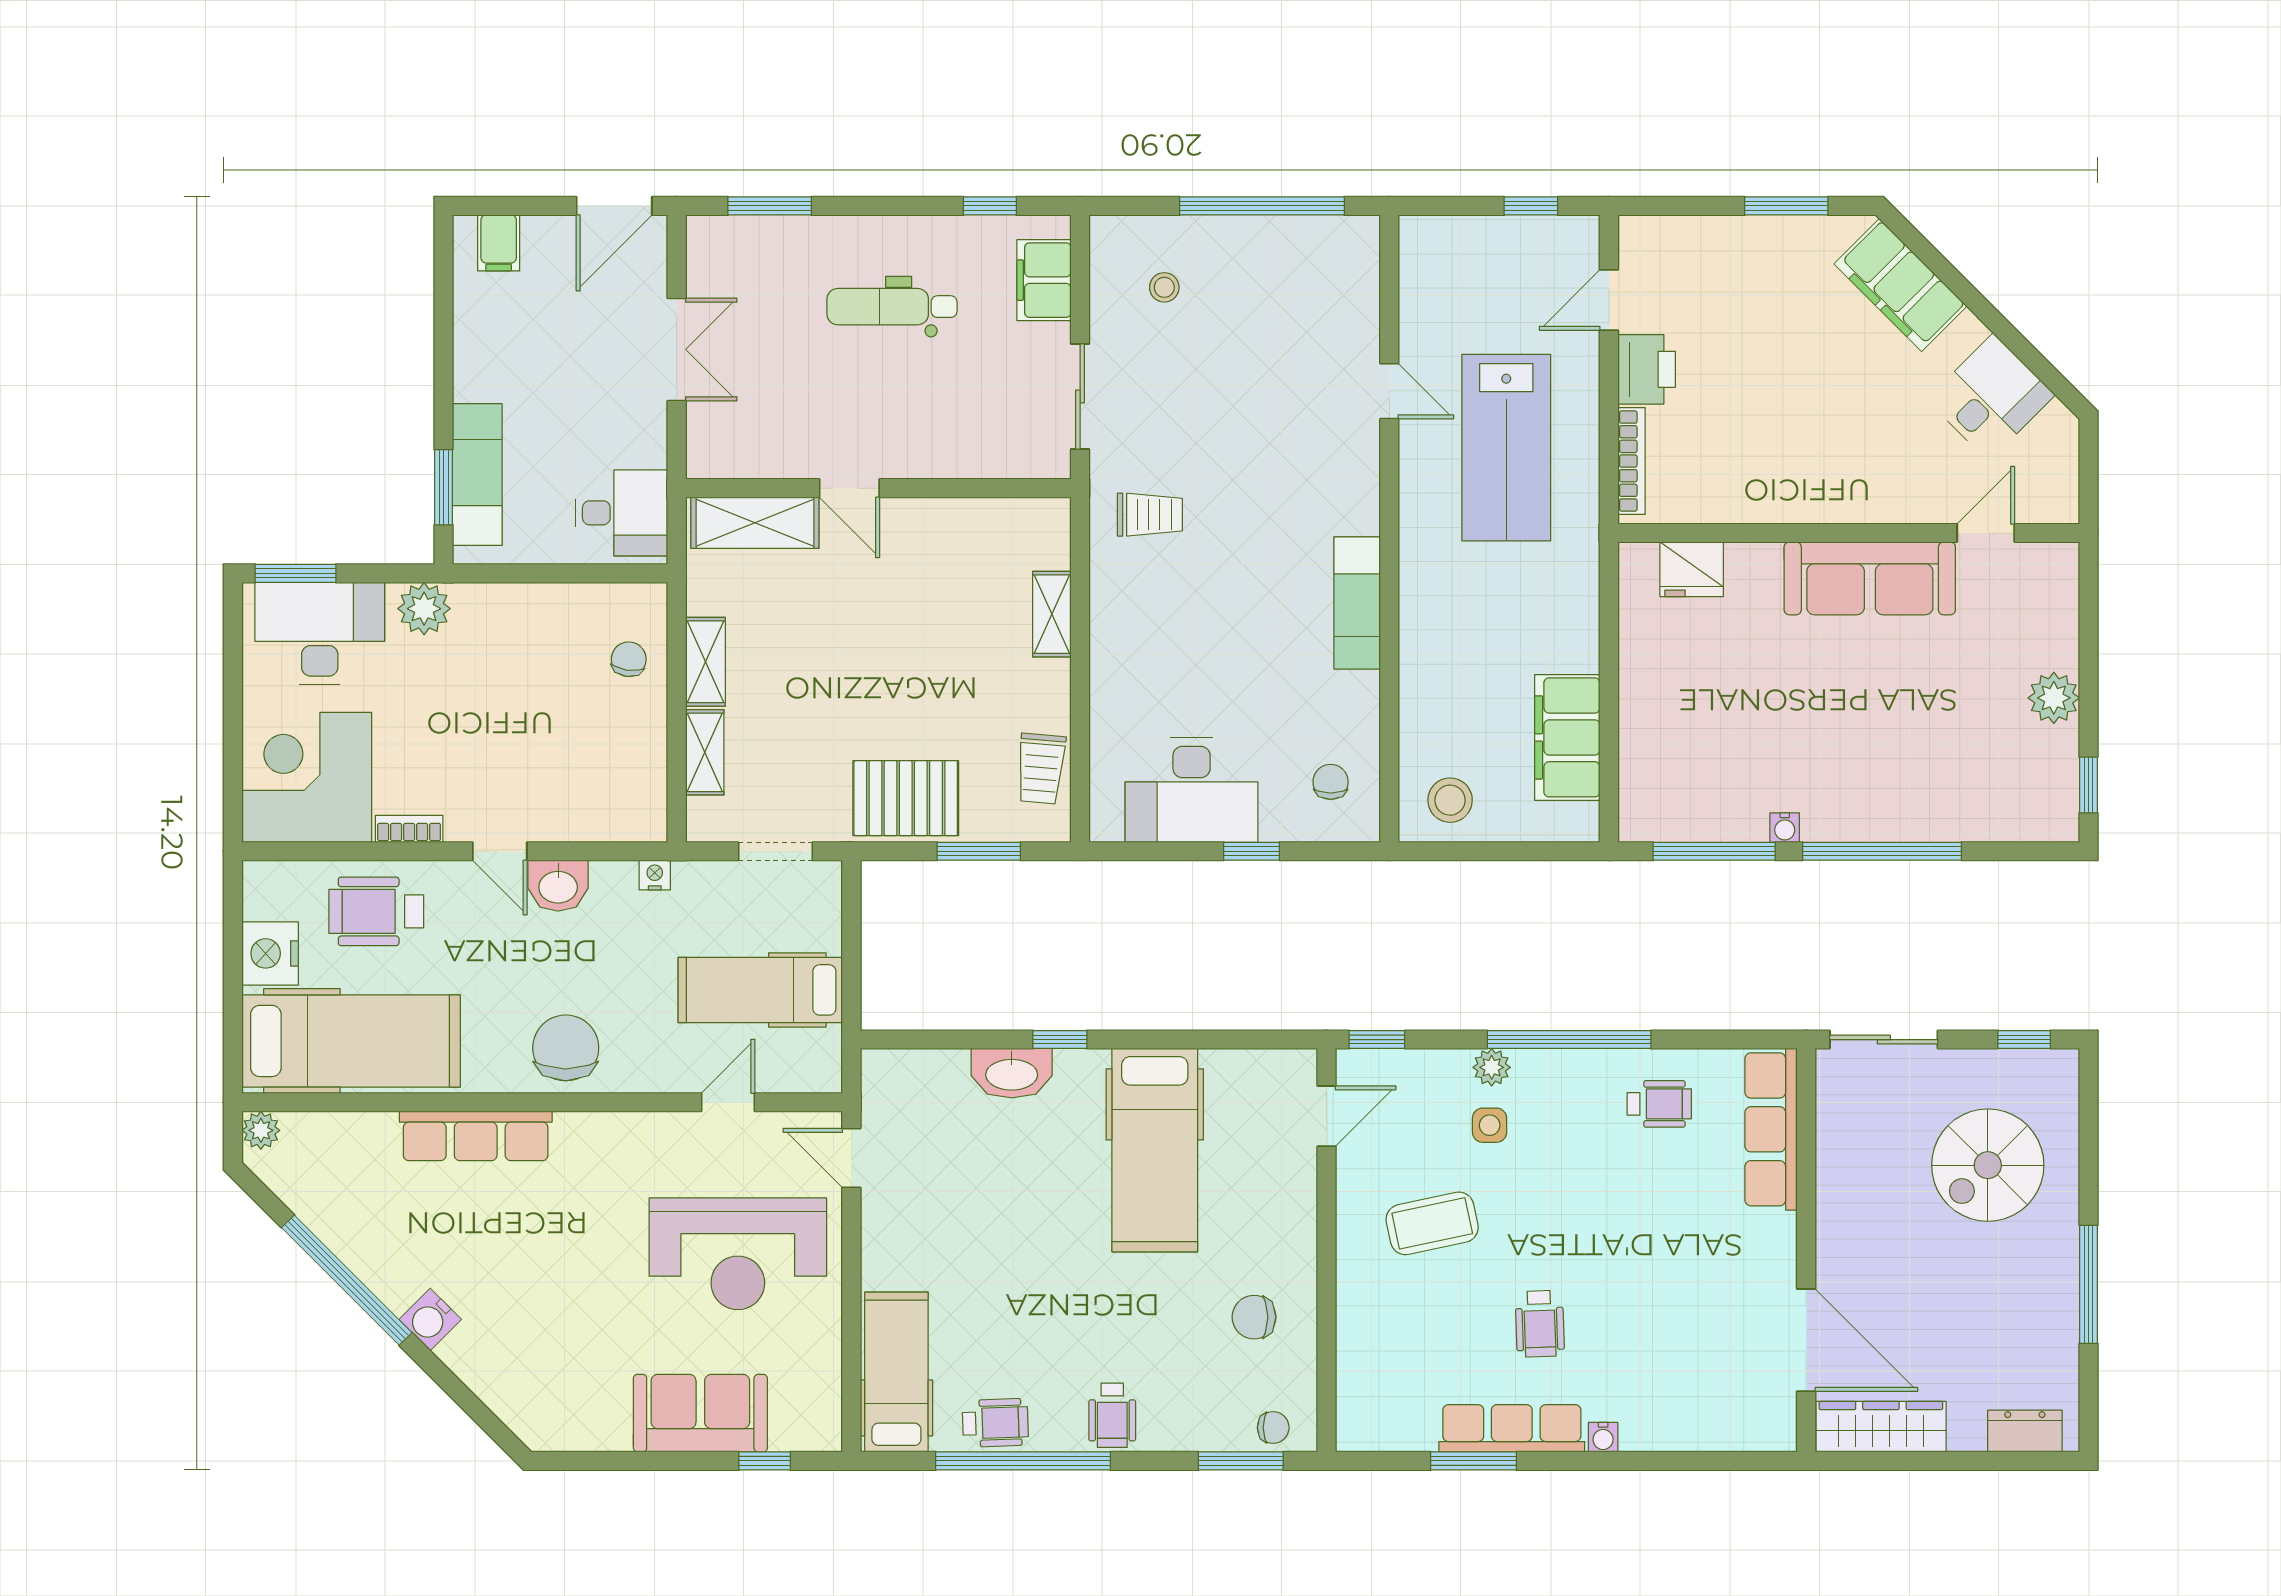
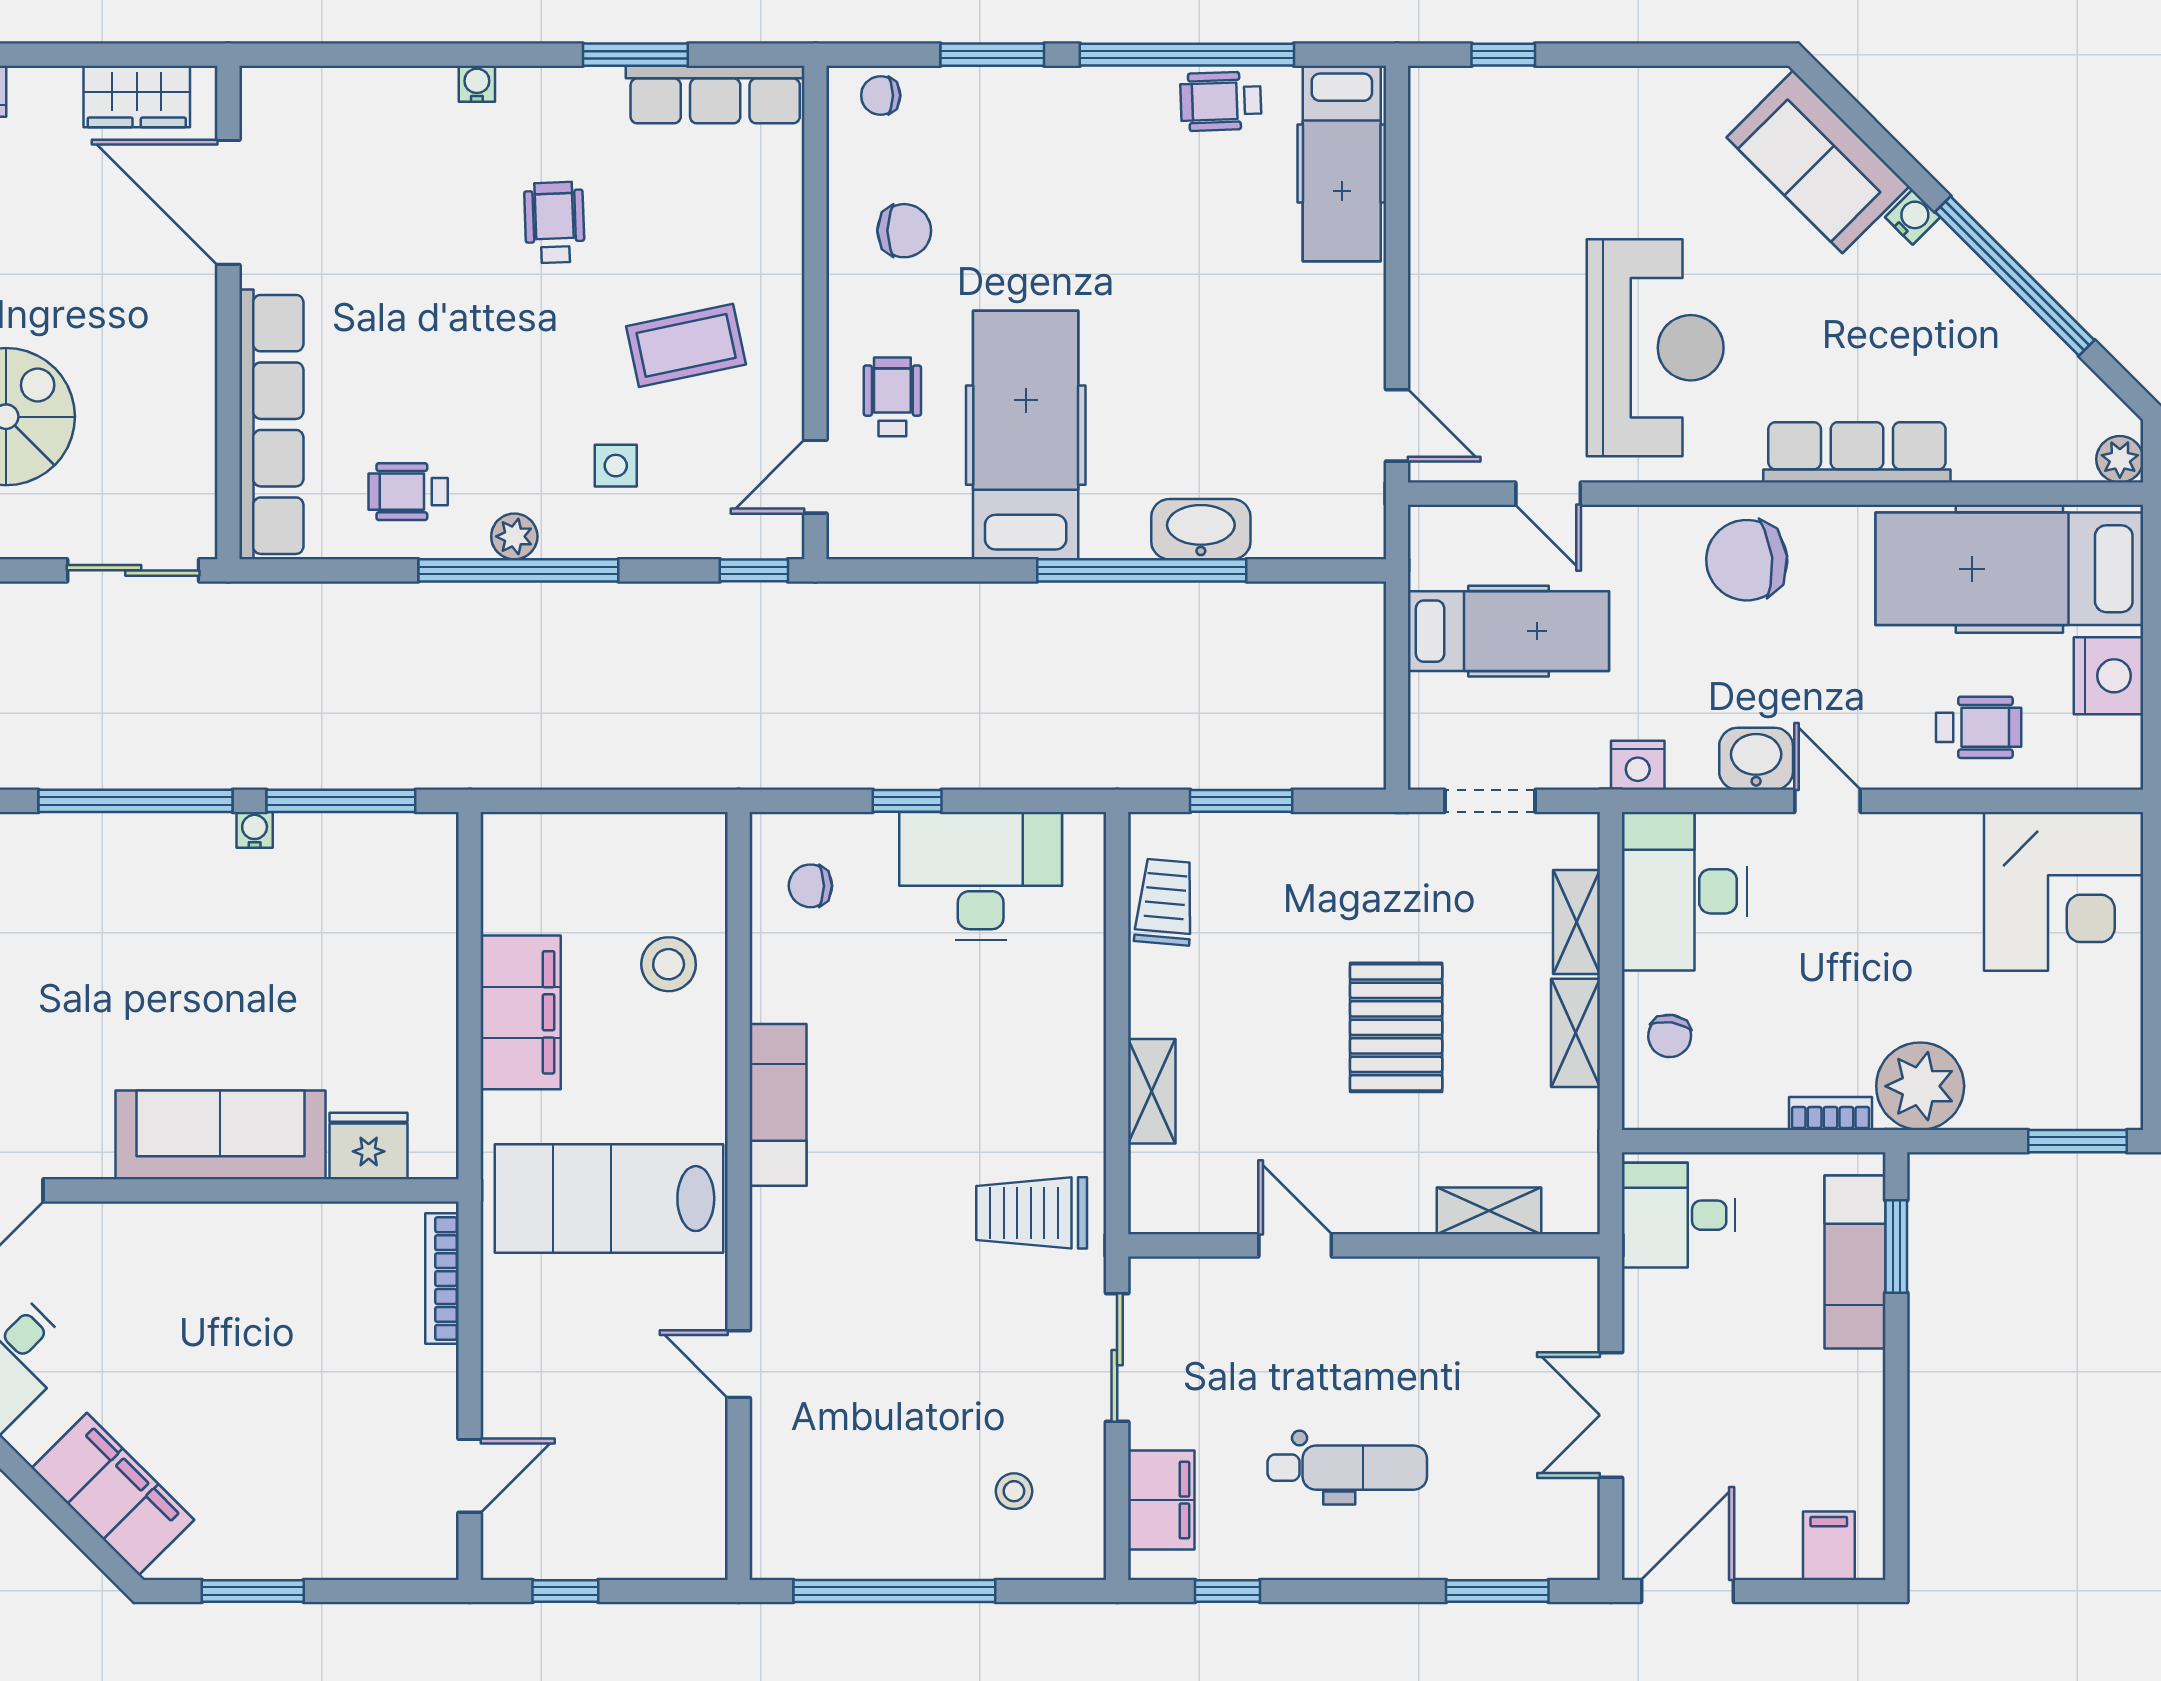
printer: (1647, 369) -> (424, 1391), removed
lab bench: (1506, 448) -> (609, 1199), moved, turned -90
door: (849, 488) -> (1295, 1245), moved
trolley: (1150, 515) -> (1032, 1213), width x1.36, depth x1.39
shelving: (755, 523) -> (1489, 1211), width x0.67, depth x0.75
sofa: (1870, 578) -> (220, 1135), moved
plant: (424, 609) -> (1920, 1086), width x1.36, depth x1.36
desk: (320, 633) -> (1684, 891), moved, turned 90
filing cabinet: (1567, 737) -> (521, 1012), moved
chair: (1331, 782) -> (810, 886), turned 90
pallet: (906, 798) -> (1396, 1027), moved, turned 90
stool: (1450, 800) -> (669, 964), moved
bookcase: (409, 829) -> (1831, 1114), moved, turned 180
nightstand: (655, 875) -> (1638, 765), width x1.39, depth x1.35
wheelchair: (376, 911) -> (1979, 727), width x0.73, depth x0.73
window: (1060, 1040) -> (1142, 570), width x3.17
chair: (566, 1048) -> (1747, 560), turned 84
plant: (1492, 1067) -> (514, 536), moved
door: (728, 1102) -> (1548, 494), hinge flipped
row of seats: (1771, 1129) -> (271, 424), width x1.36
reception desk: (738, 1254) -> (1655, 348), moved, turned 90
water cooler: (430, 1319) -> (1913, 217), width x0.72, depth x0.72
sofa: (700, 1413) -> (1818, 162), moved, turned 45
wheelchair: (1112, 1415) -> (892, 397), moved
wardrobe: (1881, 1427) -> (137, 97), width x0.67
row of seats: (1512, 1428) -> (715, 95), moved
window: (1241, 1461) -> (992, 55), moved

